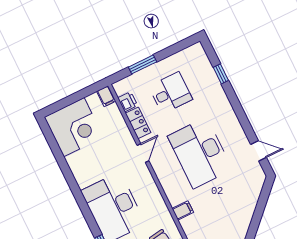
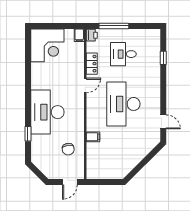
window: (142, 64) -> (114, 26), width x1.44
desk: (171, 93) -> (123, 54), turned 180
printer: (128, 102) -> (92, 35), moved

